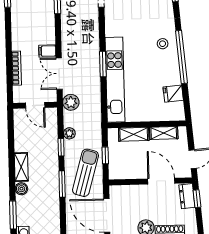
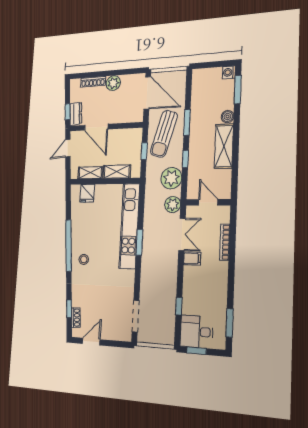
fridge: (173, 94) -> (87, 193), moved, turned 95
plant: (69, 133) -> (171, 178), width x1.88, depth x1.88
shelving: (21, 167) -> (224, 146), width x1.50, depth x1.33

